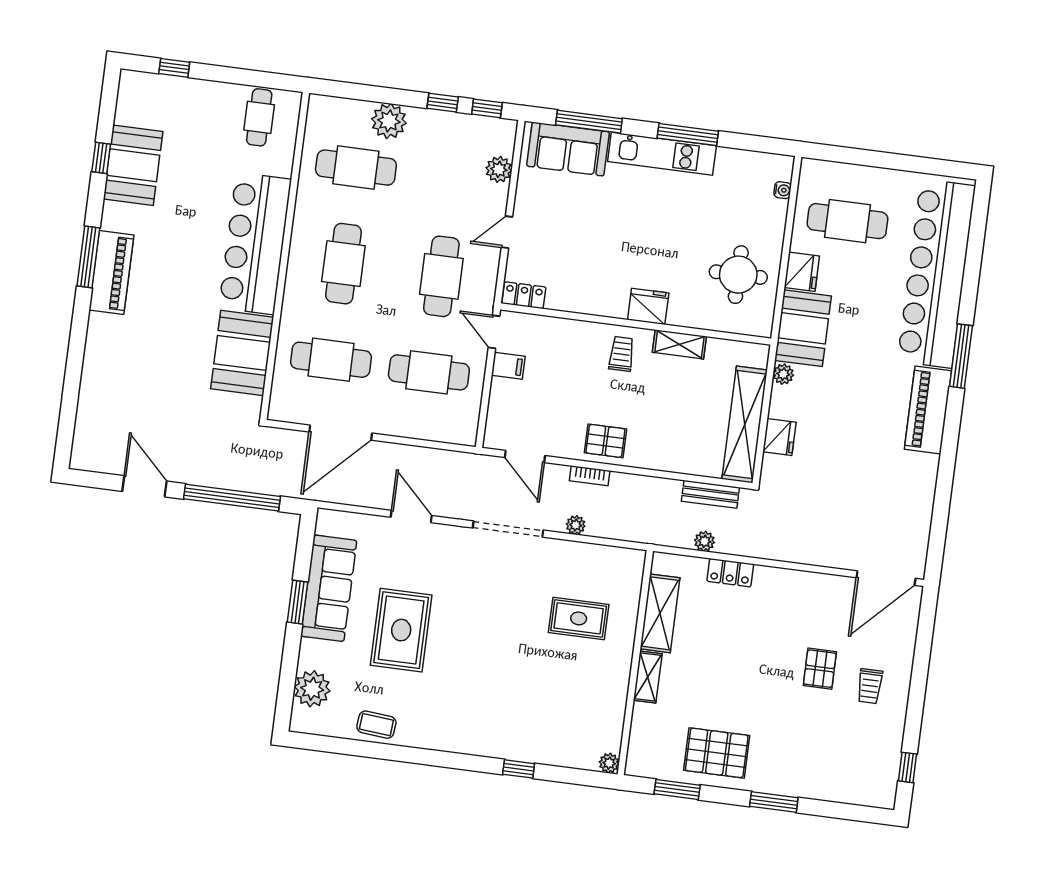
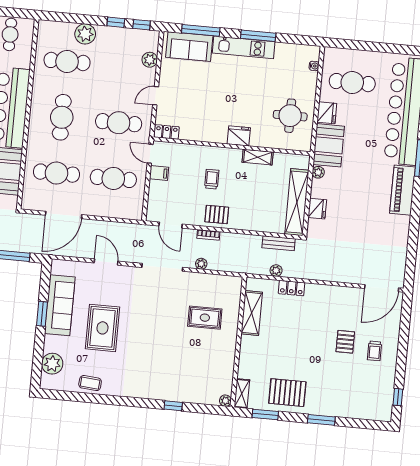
cafe table: (441, 276) -> (119, 123), turned 90
trolley: (622, 354) -> (212, 179), moved
shelving: (648, 677) -> (242, 393), moved

